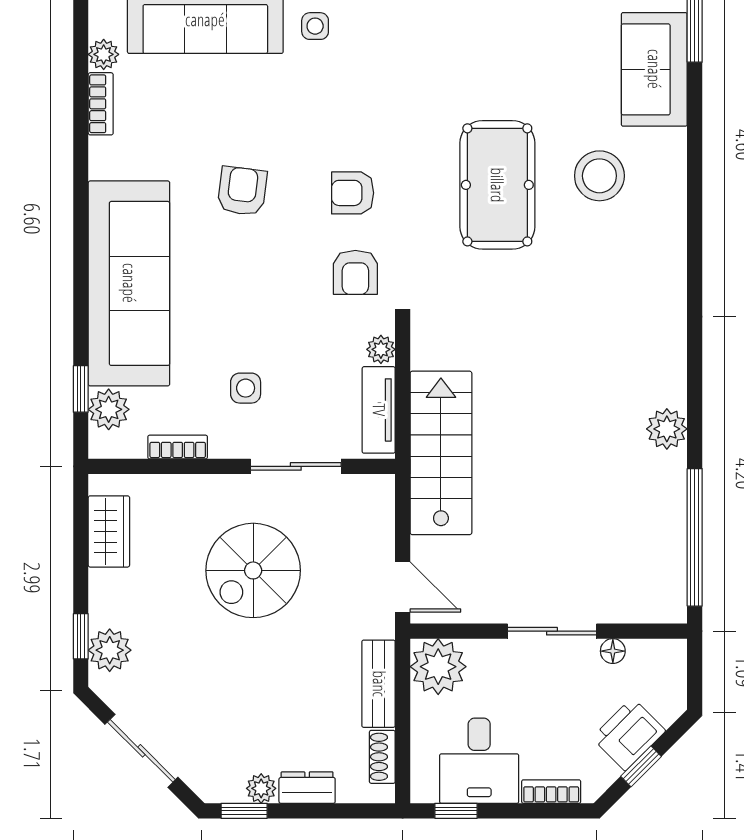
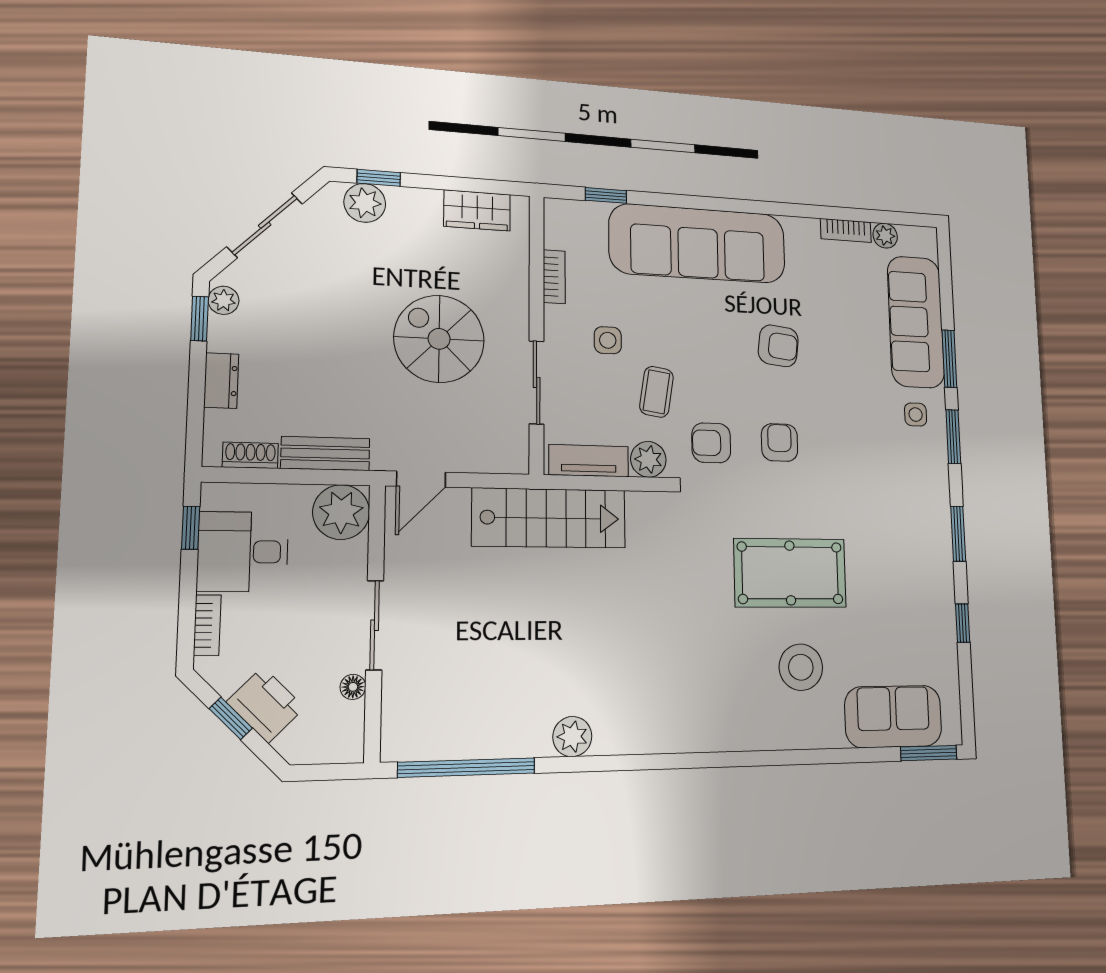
coffee table: (301, 334) -> (656, 392), added
plant: (381, 349) -> (648, 459), width x1.38, depth x1.38
plant: (109, 409) -> (588, 218), removed
plant: (261, 788) -> (224, 300), moved

